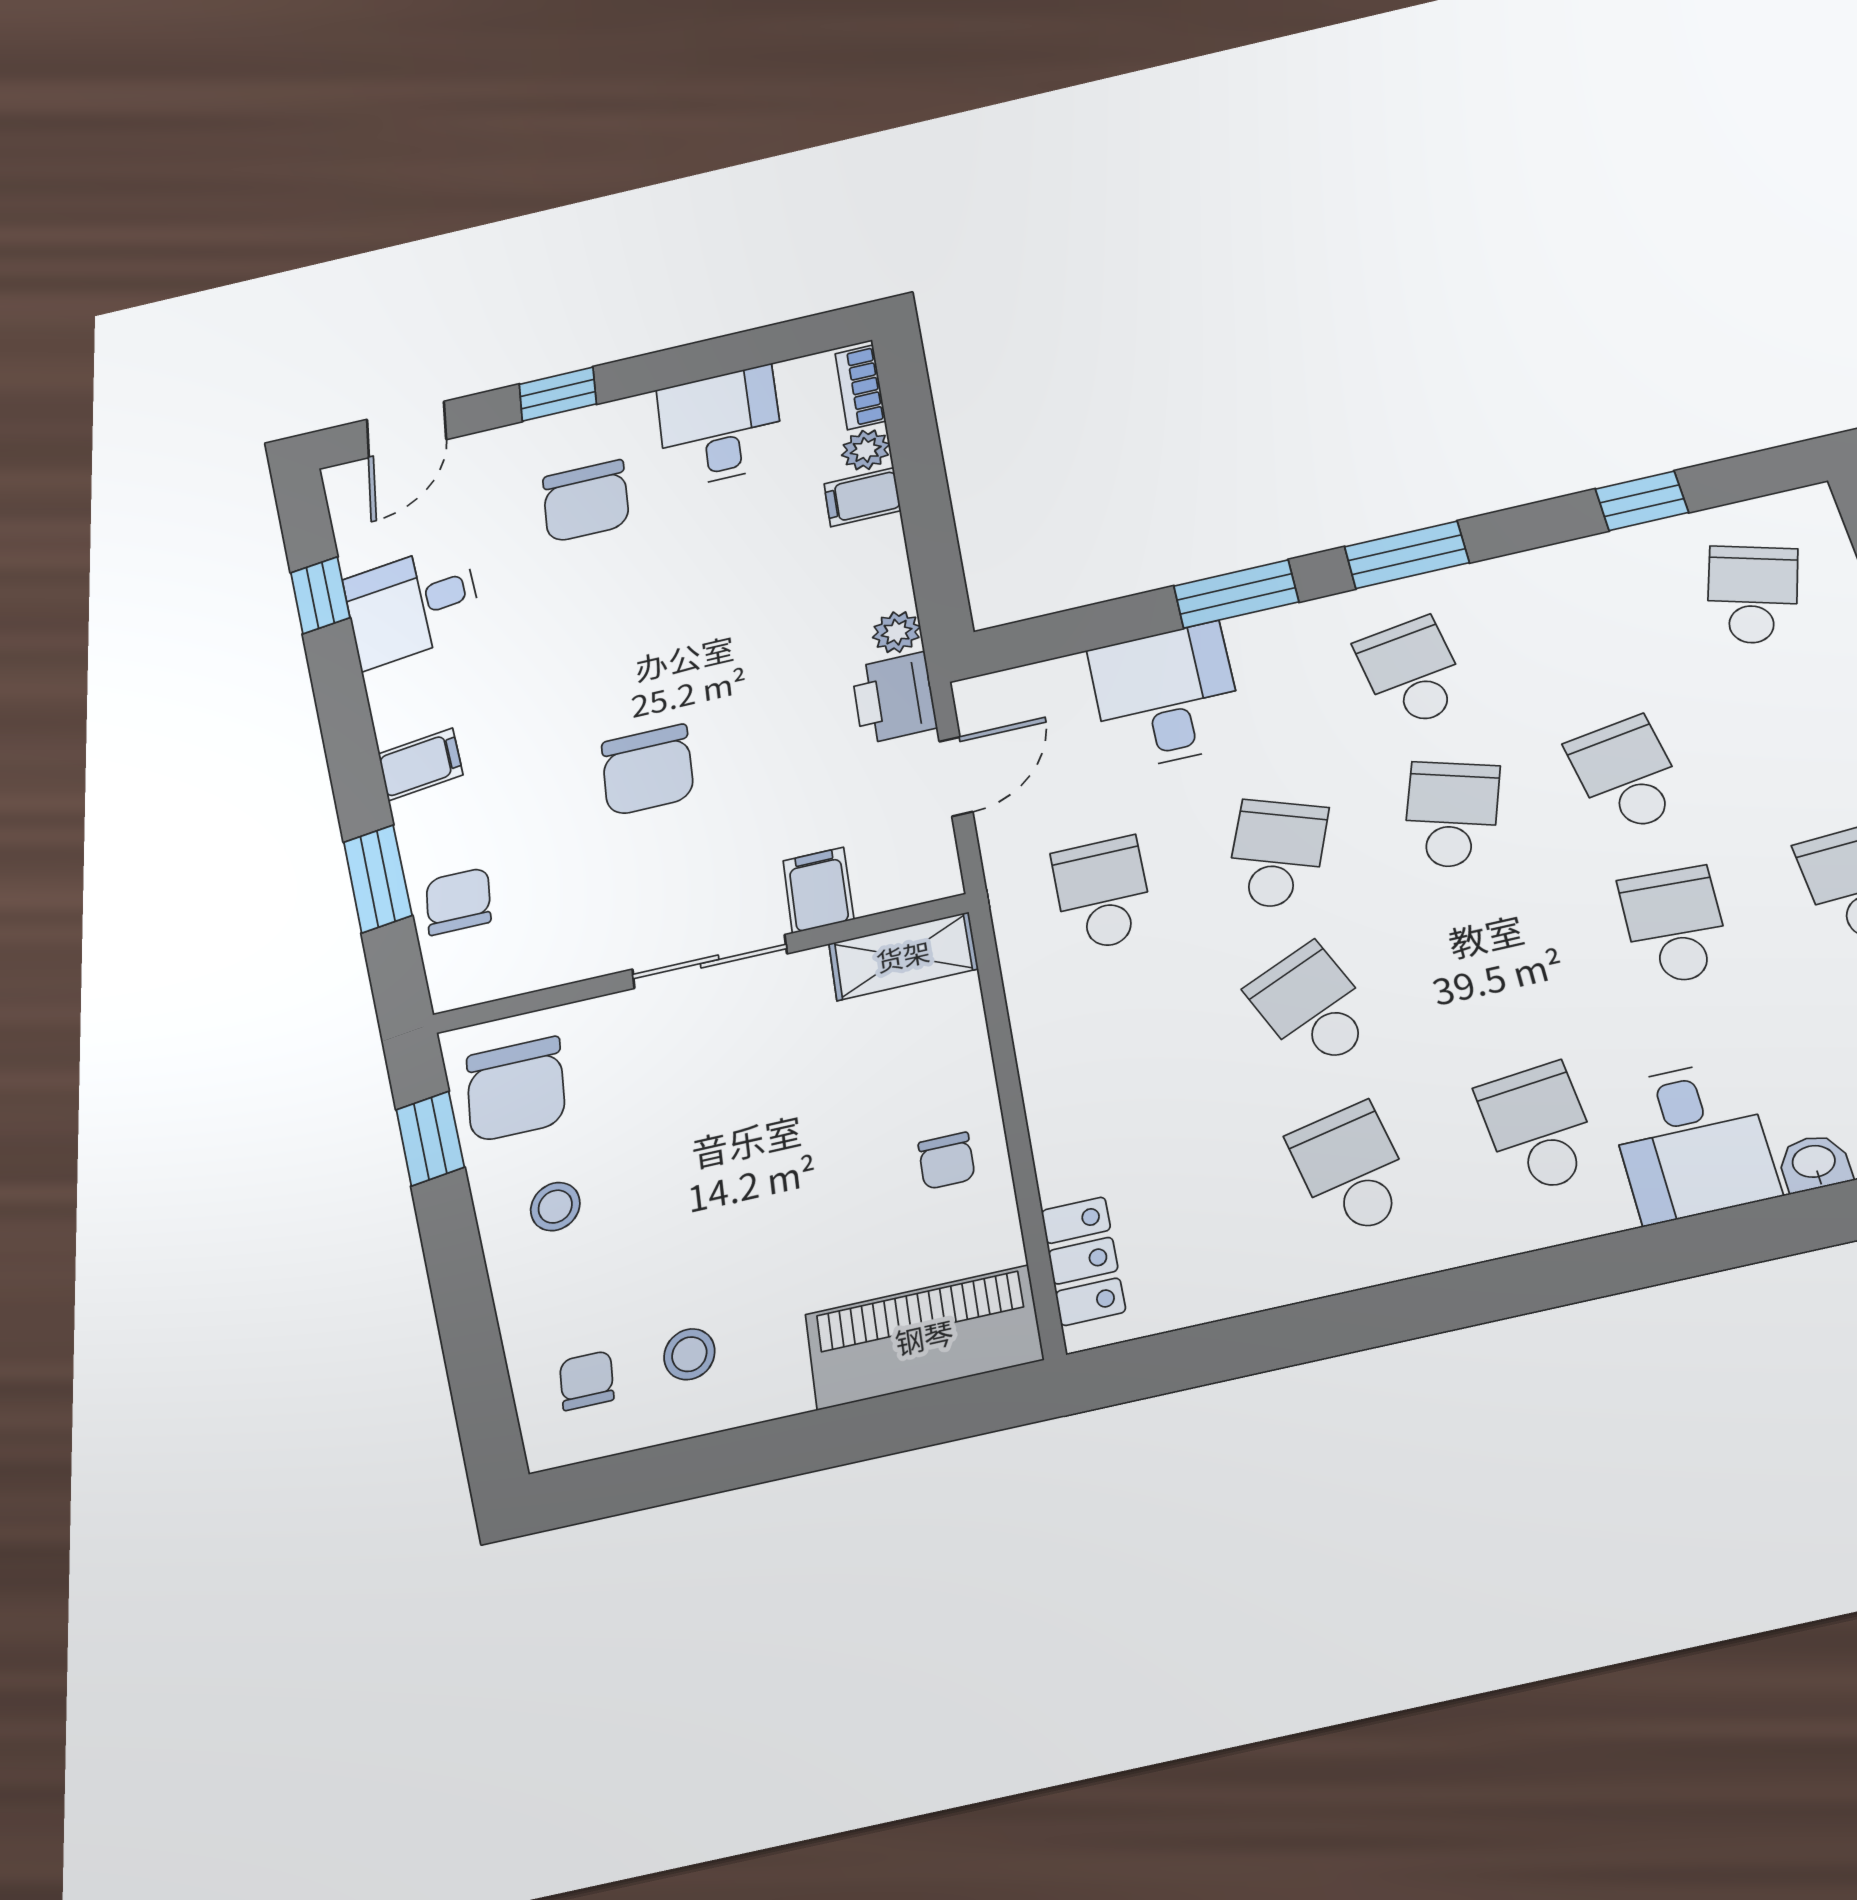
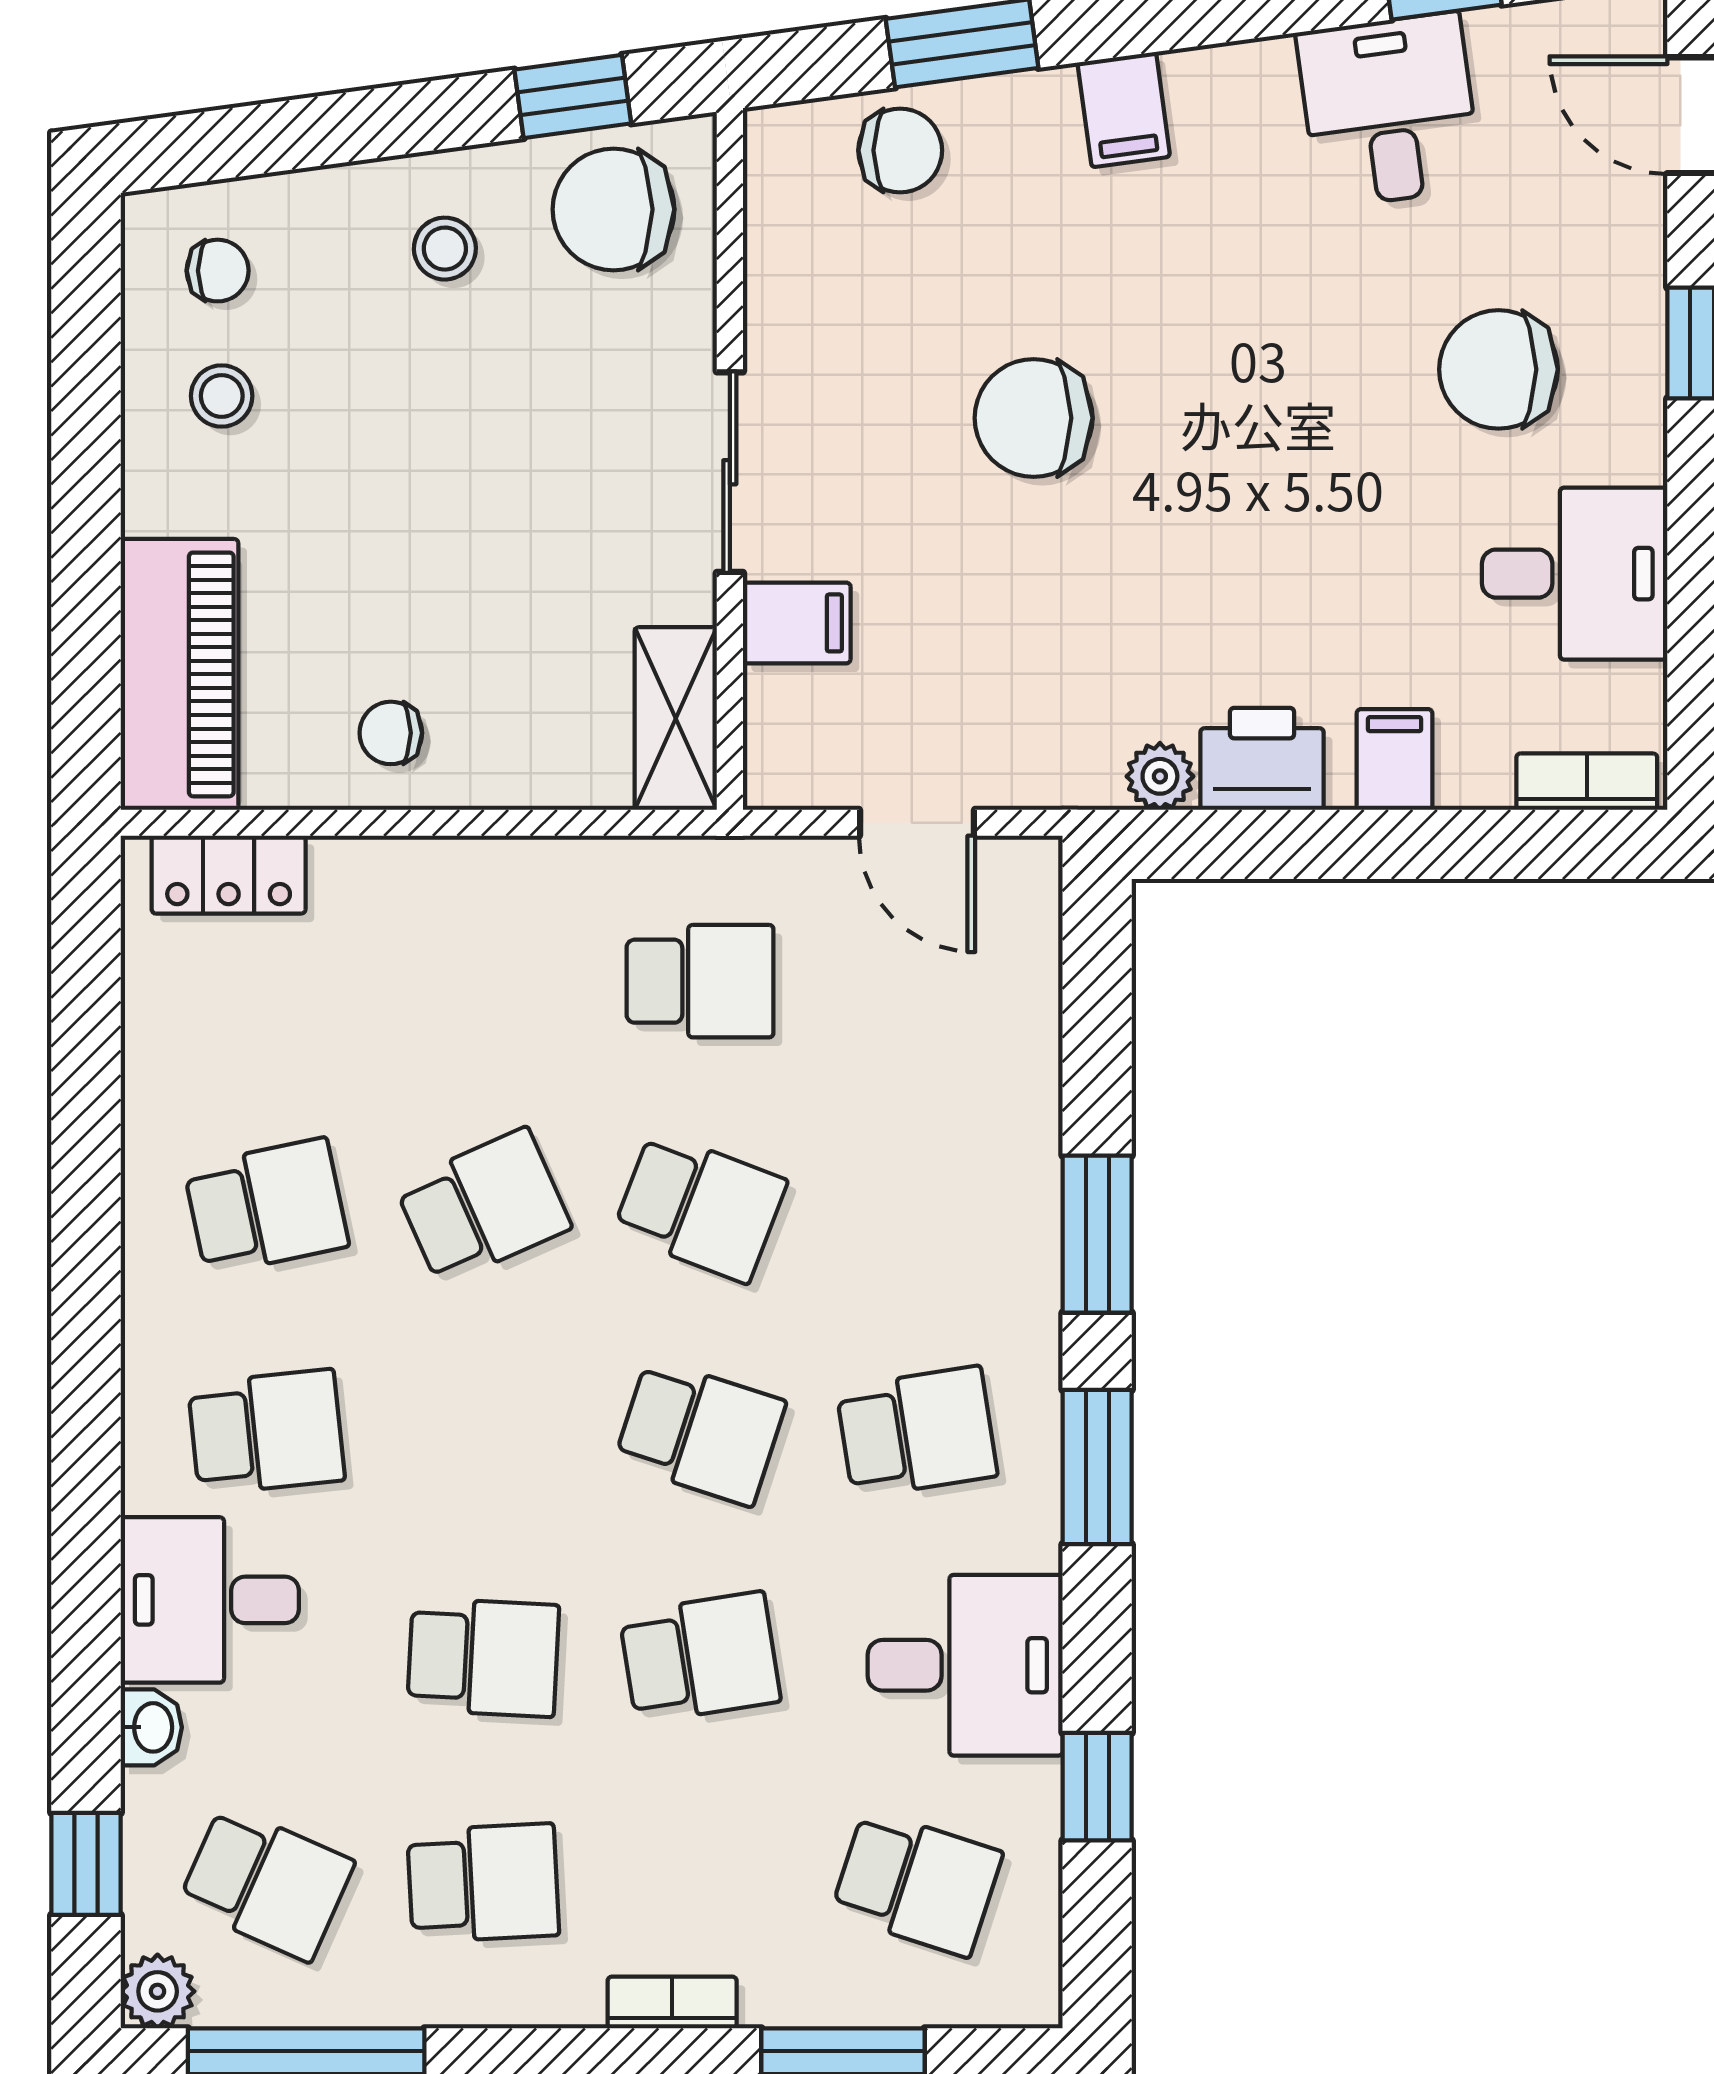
plant: (866, 450) -> (1474, 775), removed
desk: (1166, 696) -> (965, 1665), moved
printer: (894, 698) -> (1262, 759), moved

